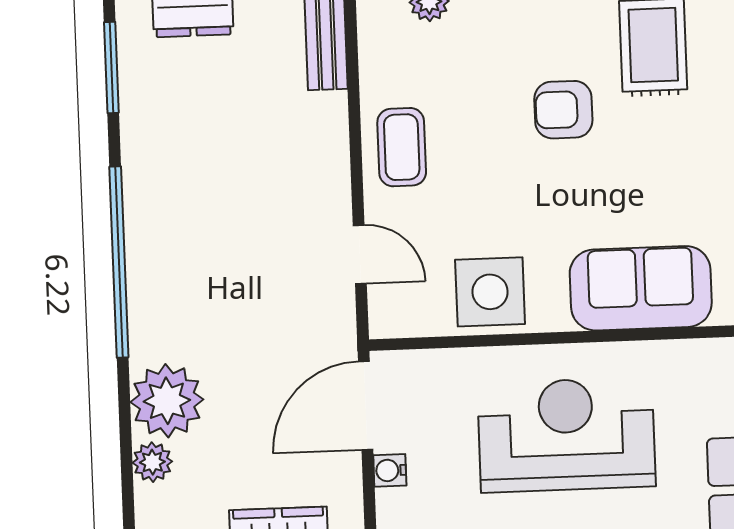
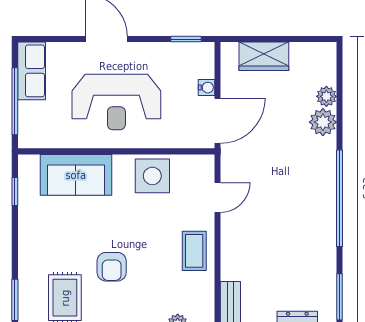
armchair: (563, 110) -> (112, 267), turned 90
door: (360, 254) -> (217, 197), swing flipped
plant: (167, 401) -> (323, 122), width x0.73, depth x0.73

